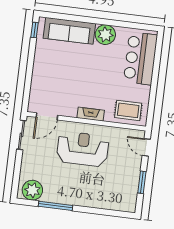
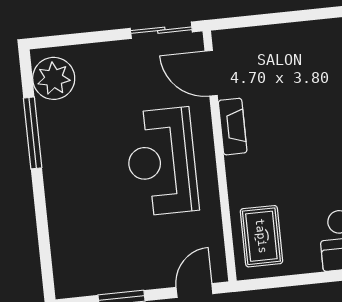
fireplace: (91, 114) -> (233, 127), moved
reception desk: (83, 149) -> (162, 162), turned 180

